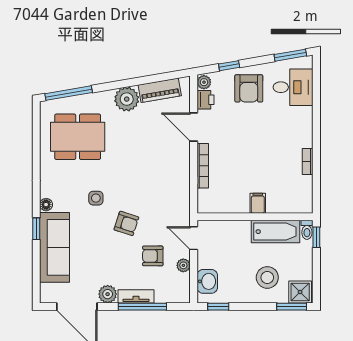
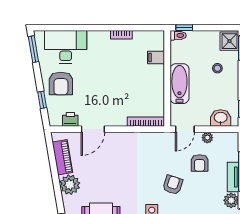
plant: (204, 82) -> (56, 121), removed
desk: (293, 87) -> (66, 47), width x1.37
armchair: (249, 88) -> (61, 84), turned 90
bookcase: (203, 166) -> (146, 122), moved
filing cabinet: (258, 203) -> (156, 58), moved
bathtub: (276, 232) -> (179, 84), moved
stool: (267, 277) -> (217, 68), width x0.53, depth x0.53

